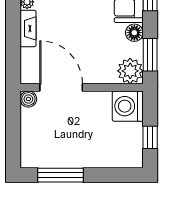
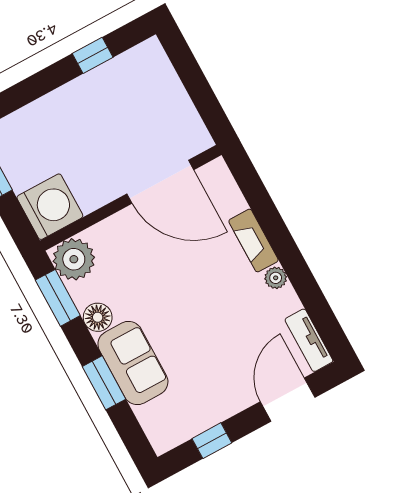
boiler: (28, 99) -> (198, 140), removed
window: (60, 175) -> (93, 55), width x0.46

